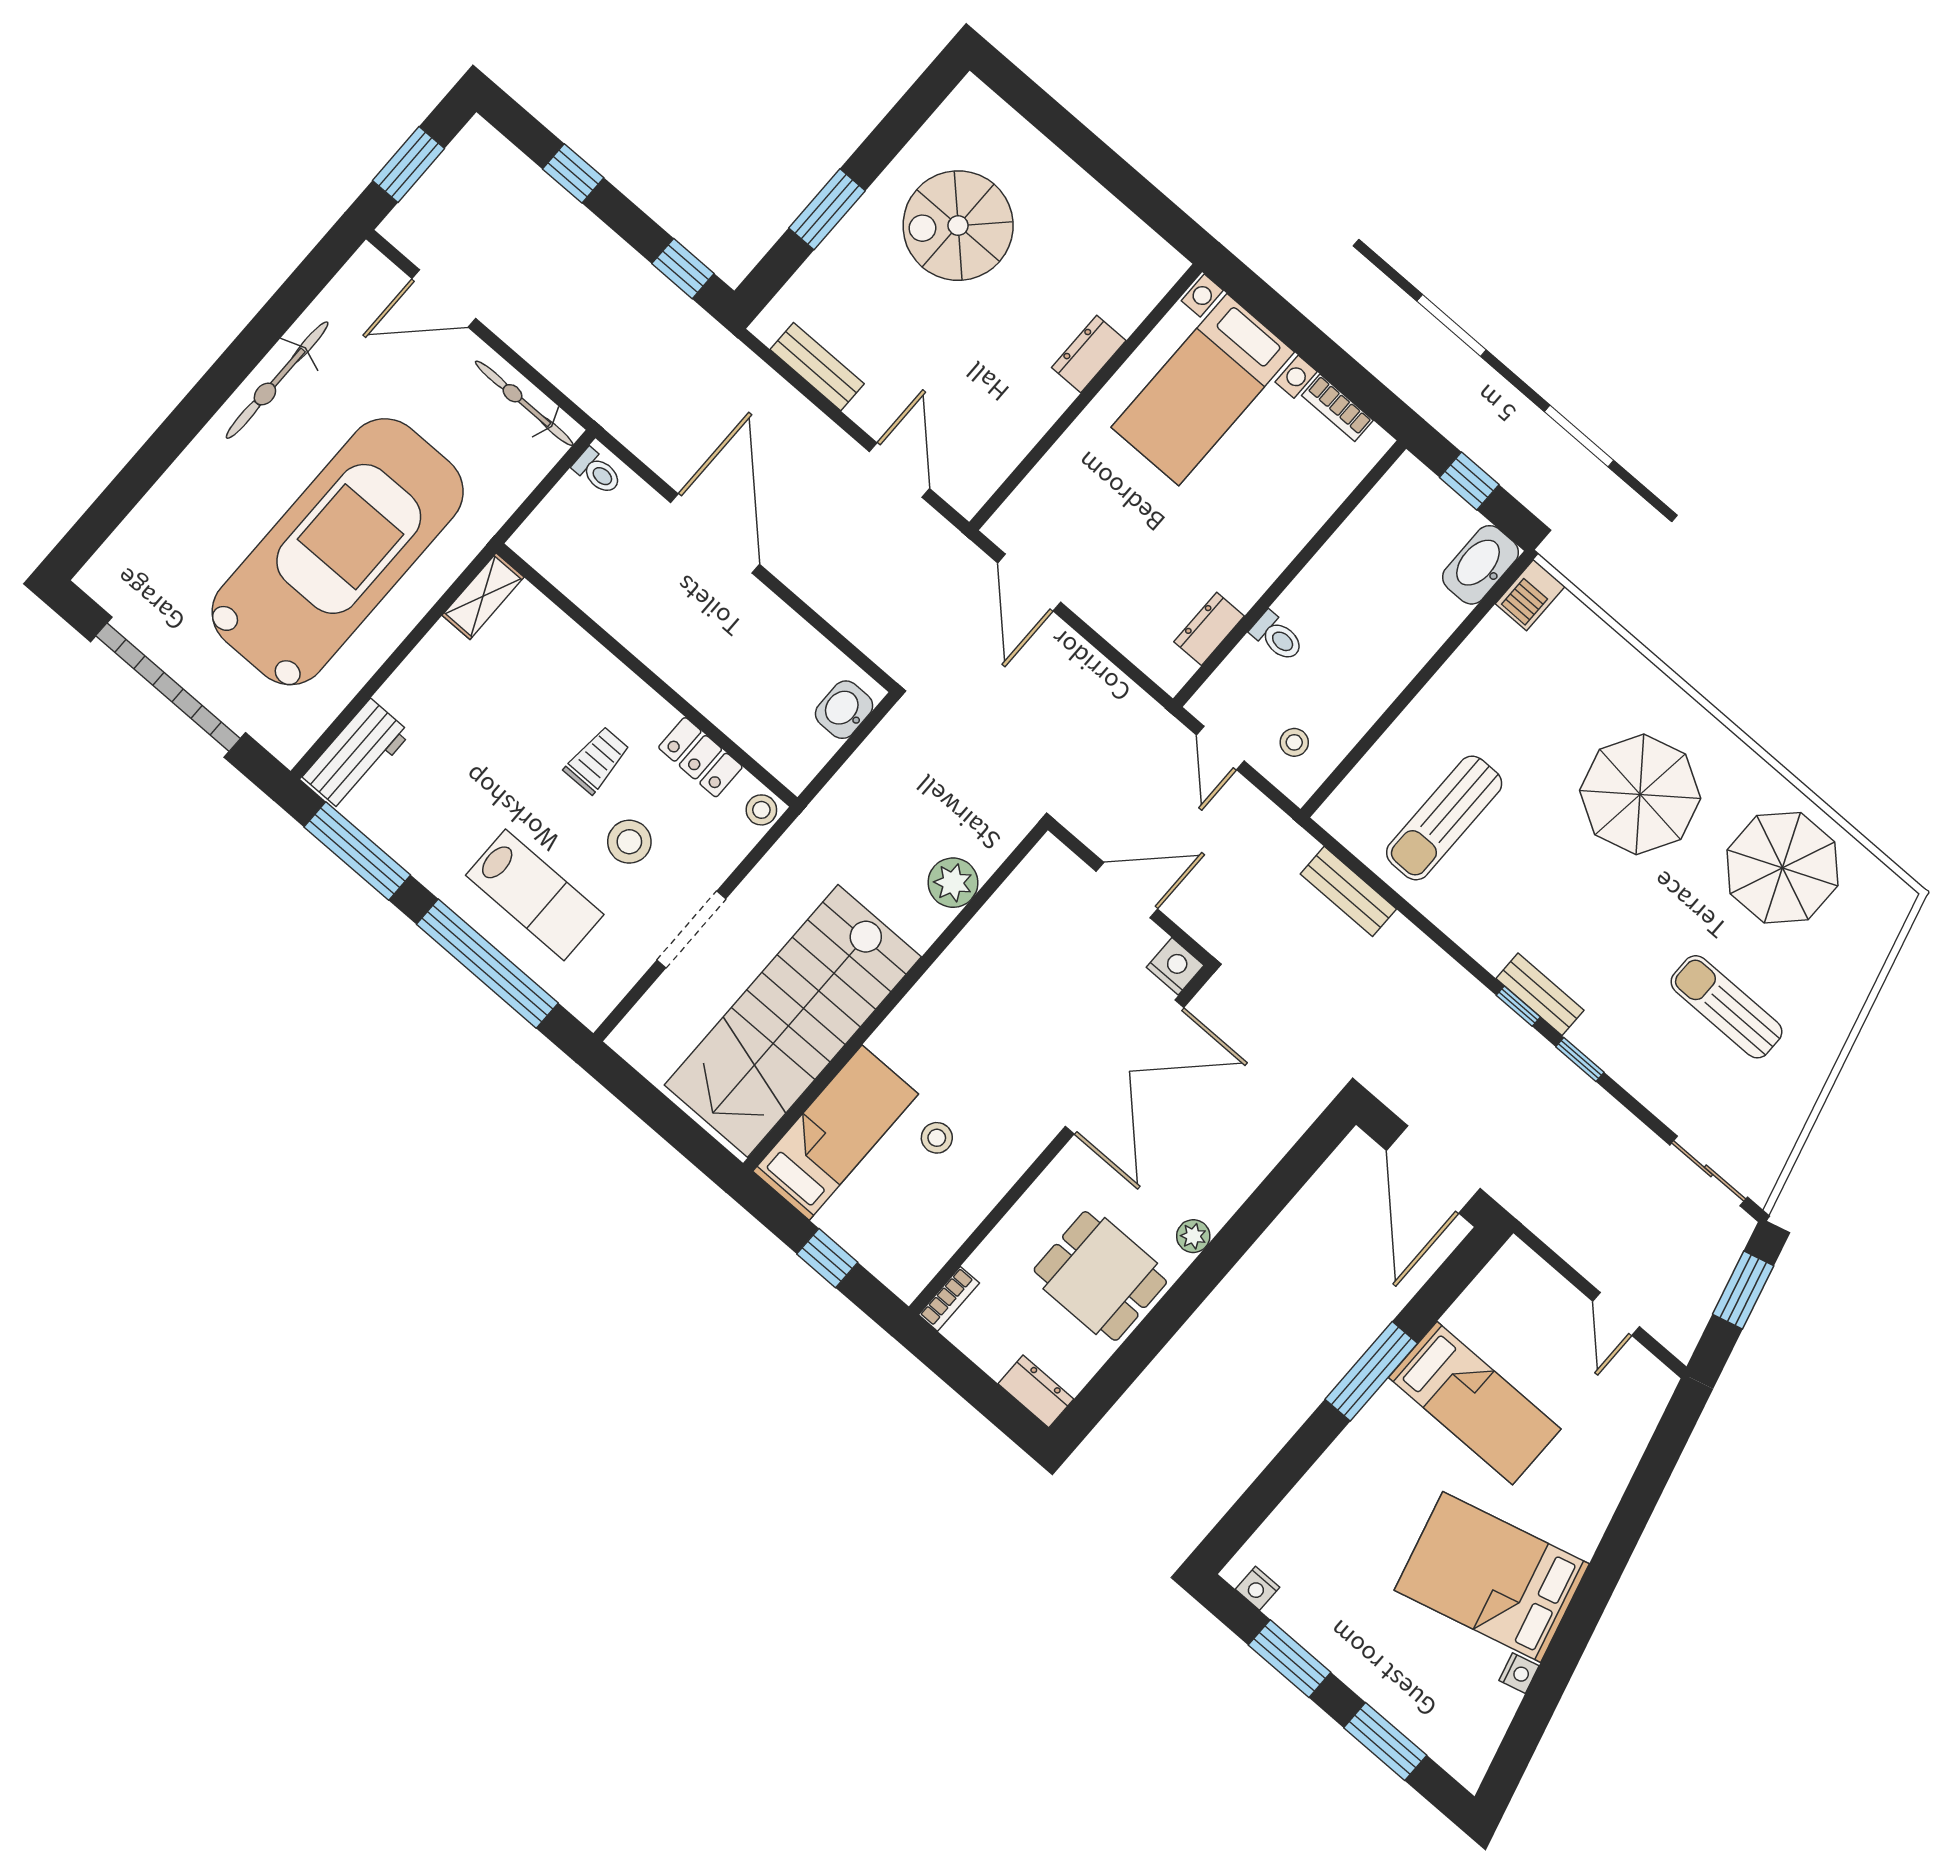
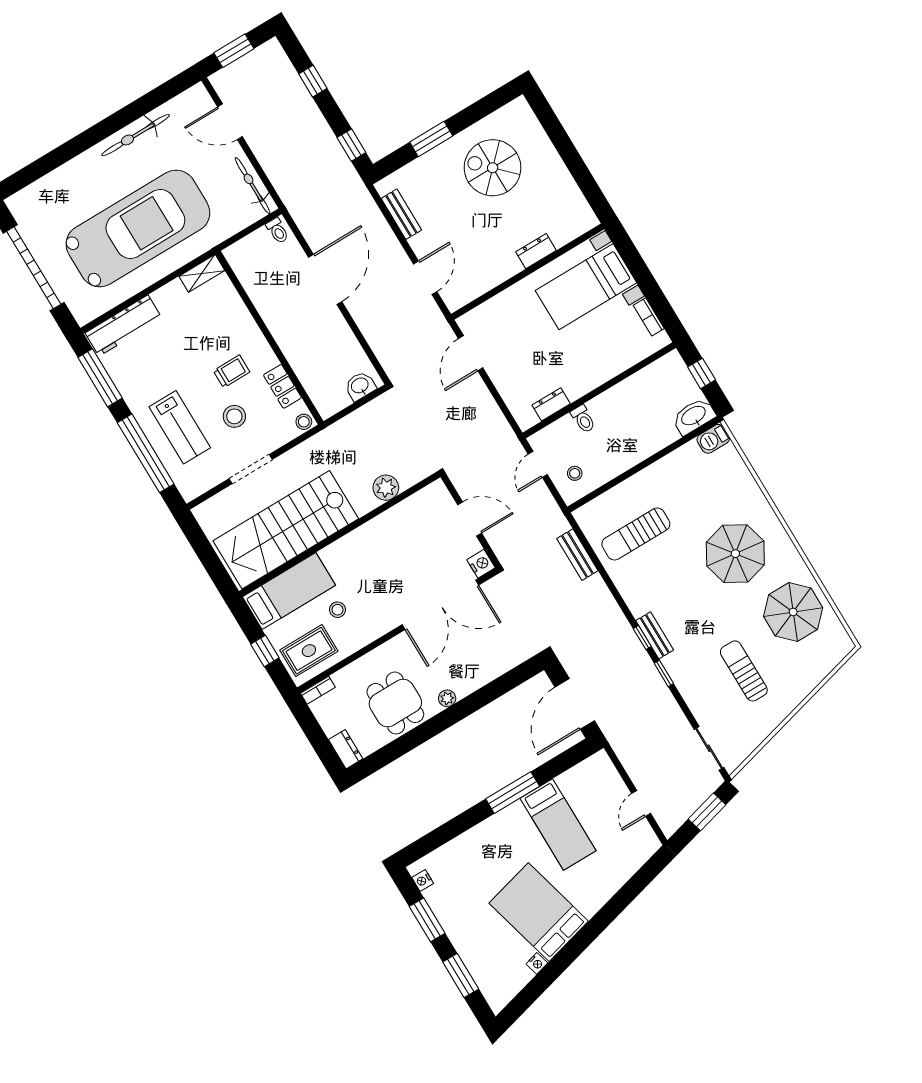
workbench: (357, 755) -> (124, 326), width x1.38
rug: (909, 1231) -> (309, 651), added

